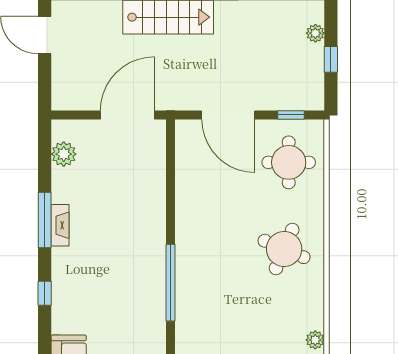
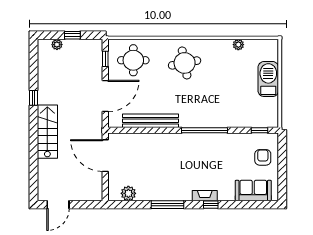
bench: (187, 191) -> (150, 121), added
fireplace: (60, 225) -> (205, 196), moved
round table: (284, 249) -> (185, 63), turned -34

